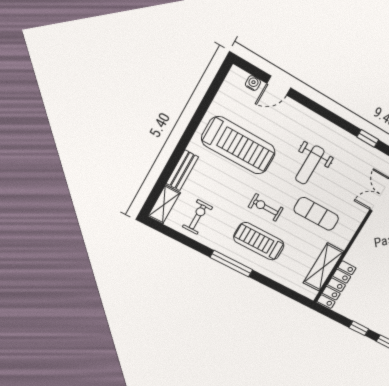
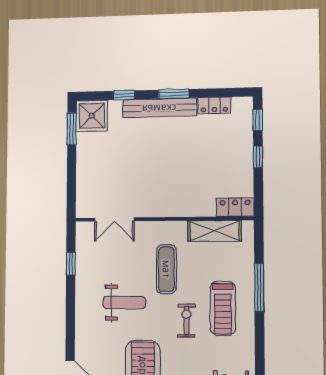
exercise bike: (266, 207) -> (186, 321), turned 180
window: (231, 264) -> (259, 288), moved
locker: (336, 285) -> (235, 207), width x0.66

